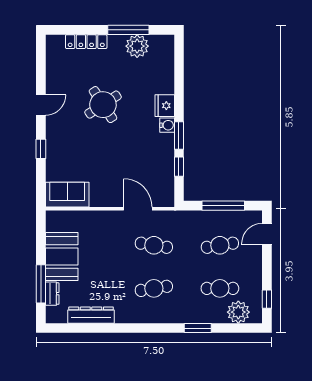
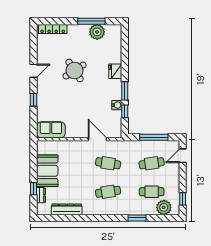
locker: (86, 42) -> (53, 29), moved
water cooler: (167, 125) -> (117, 105), moved
window: (41, 284) -> (34, 189), width x0.46

